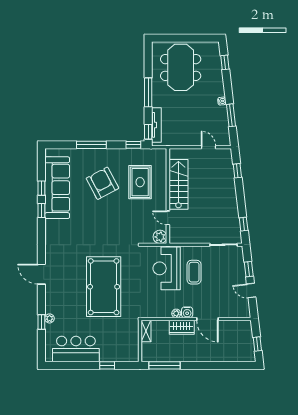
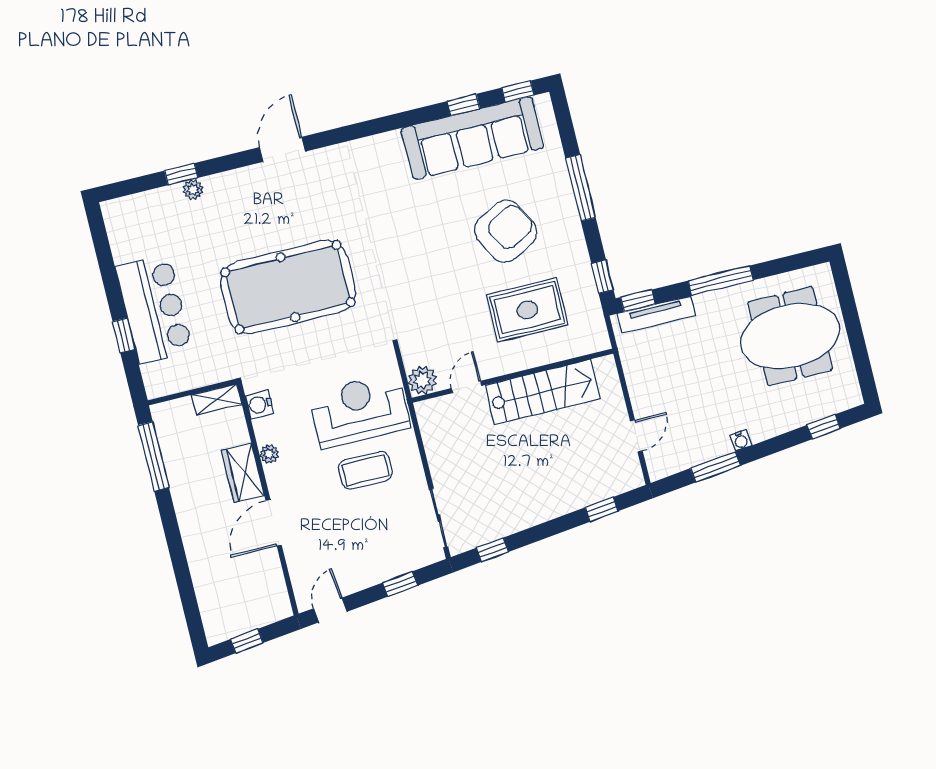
window: (41, 210) -> (518, 92), moved
door: (251, 291) -> (330, 610), moved
water cooler: (187, 312) -> (259, 404), moved
bar counter: (76, 349) -> (154, 309), moved

